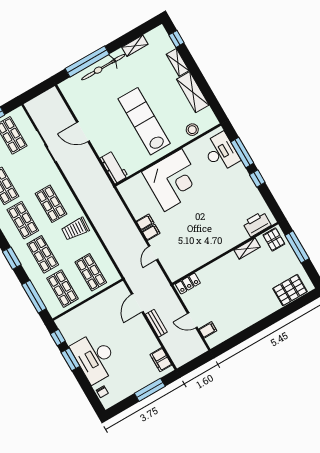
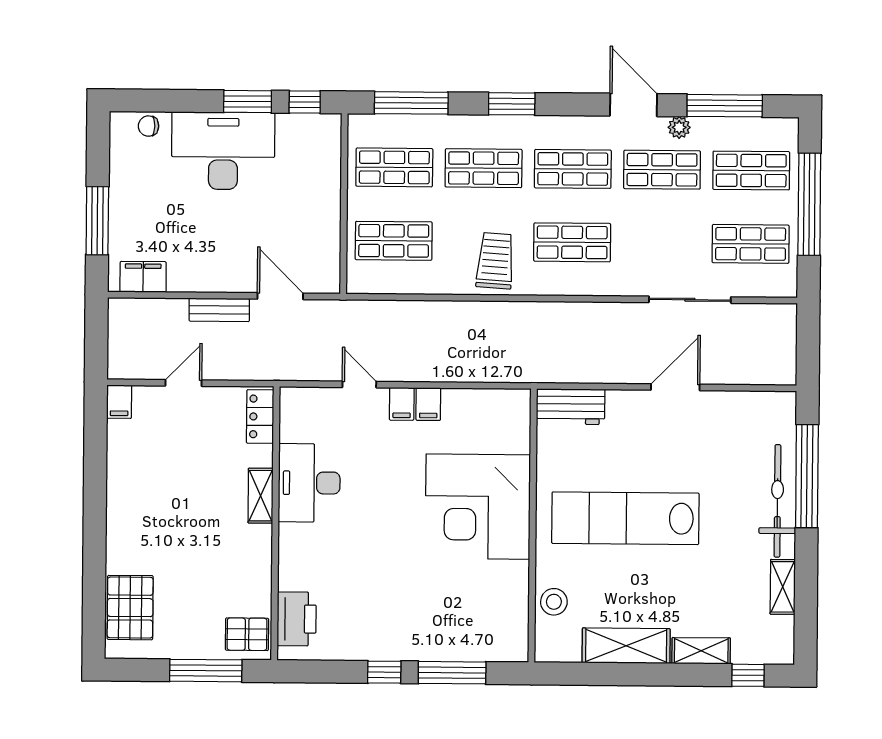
lab bench: (144, 121) -> (625, 518), turned 180
desk: (221, 152) -> (309, 483), moved, turned 90
shelving: (247, 249) -> (261, 496), moved
filing cabinet: (208, 330) -> (119, 402), moved

